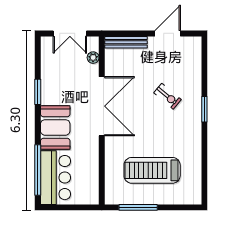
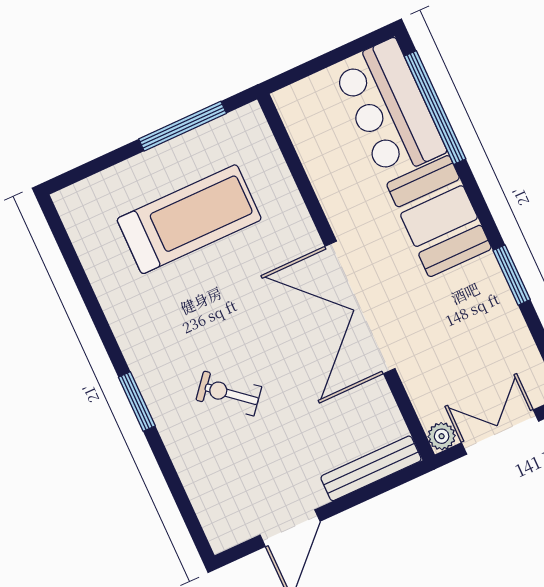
plant: (93, 58) -> (442, 436), moved

